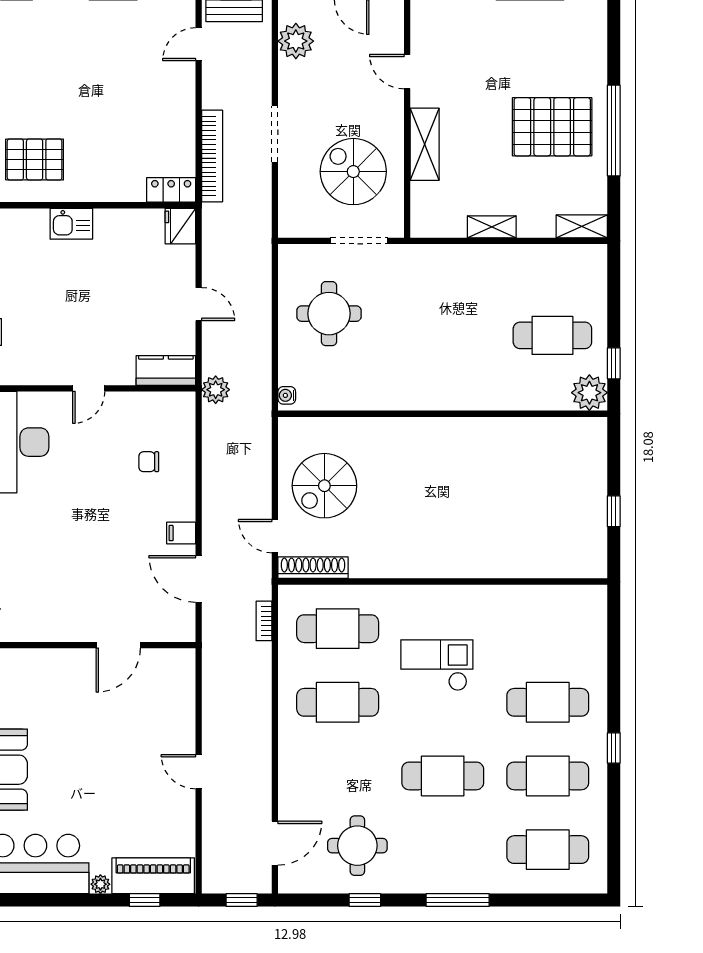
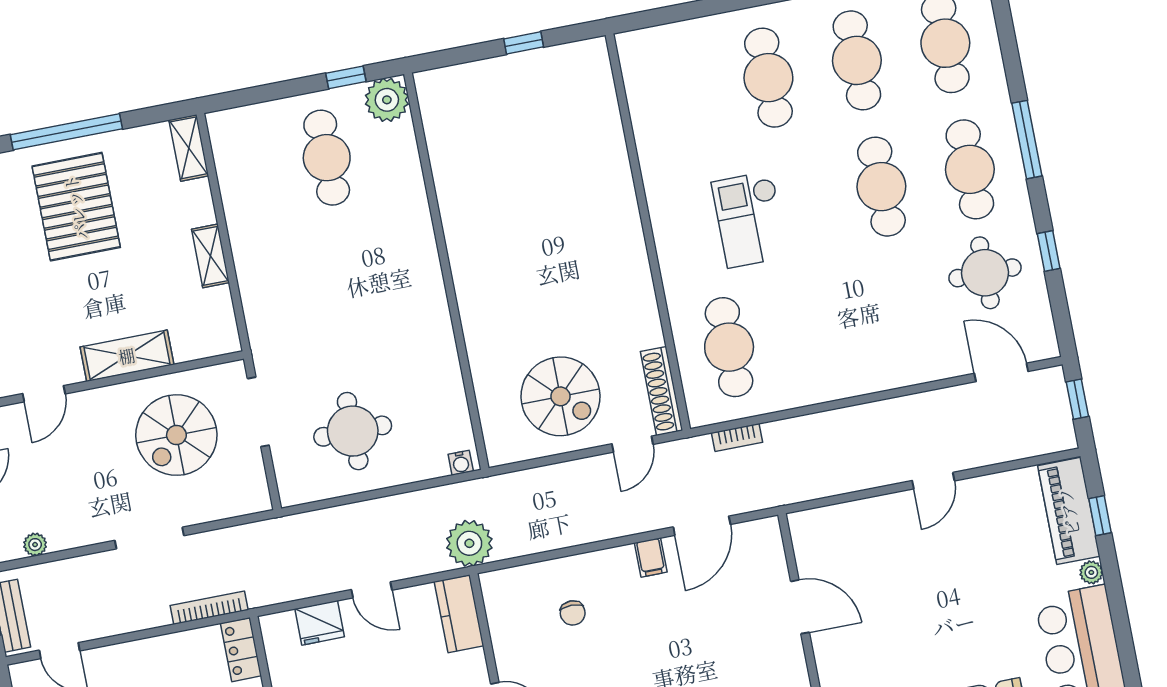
plant: (296, 41) -> (35, 545), width x0.53, depth x0.53
bookcase: (212, 156) -> (209, 608), width x0.68, depth x0.76
fridge: (180, 226) -> (320, 623), moved
door: (199, 304) -> (372, 590), swing flipped
plant: (216, 390) -> (469, 543), width x1.36, depth x1.36
cafe table: (338, 702) -> (970, 169), moved

